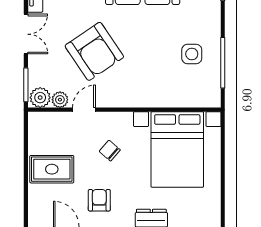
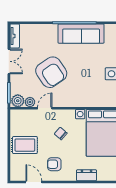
armchair: (99, 200) -> (54, 164), turned -90

